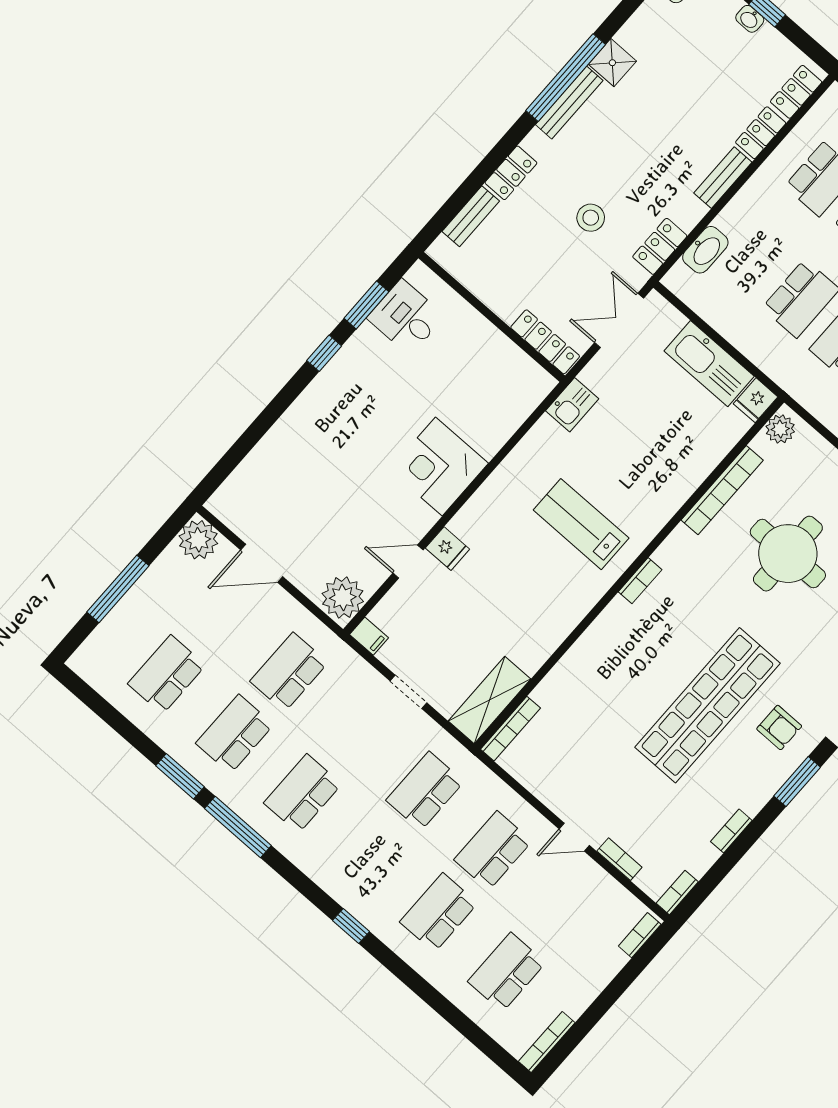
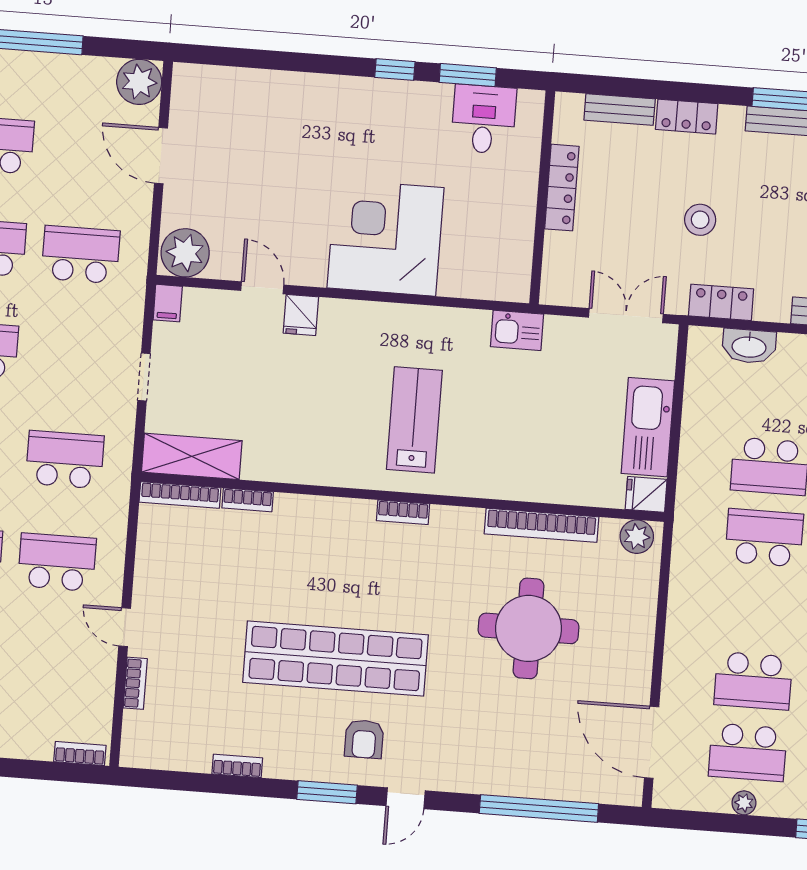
locker: (545, 342) -> (562, 188), moved
corner desk: (439, 466) -> (386, 238), width x1.36, depth x1.36
bookcase: (677, 892) -> (248, 500), moved, turned 180

